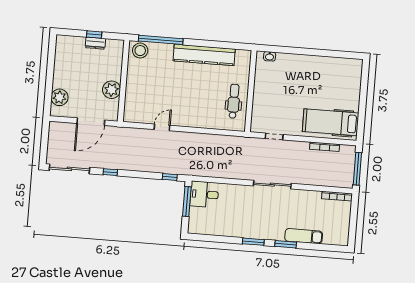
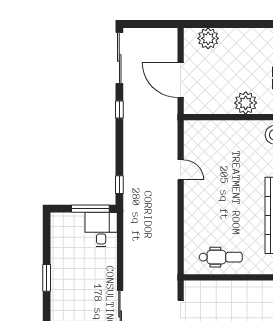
plant: (112, 90) -> (246, 103), moved
window: (253, 242) -> (47, 278), moved

